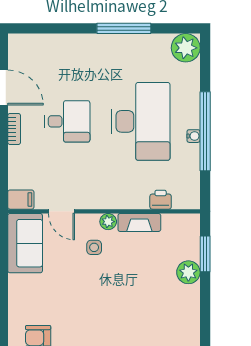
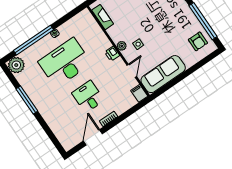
window: (205, 131) -> (33, 40), moved
printer: (161, 200) -> (112, 54), moved
fireplace: (139, 222) -> (103, 17), moved
sofa: (25, 243) -> (163, 74), width x1.36

